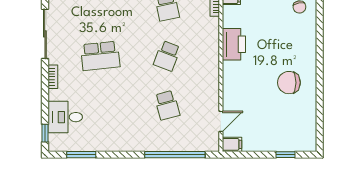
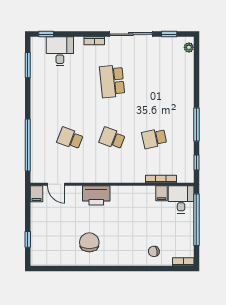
printer: (234, 44) -> (96, 195), moved
school desk: (167, 105) -> (70, 138), turned 36

